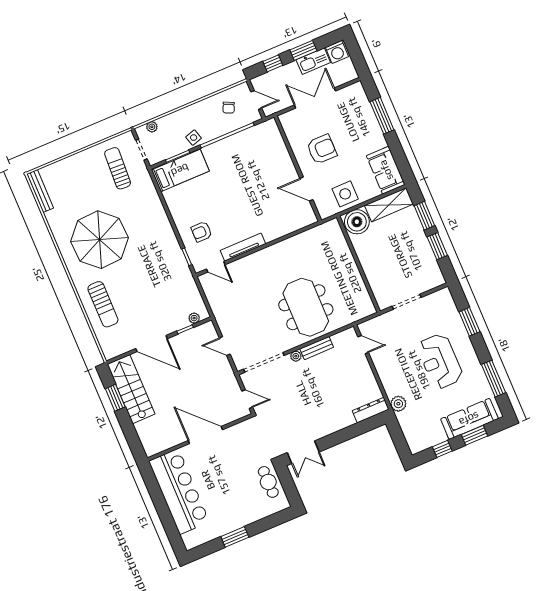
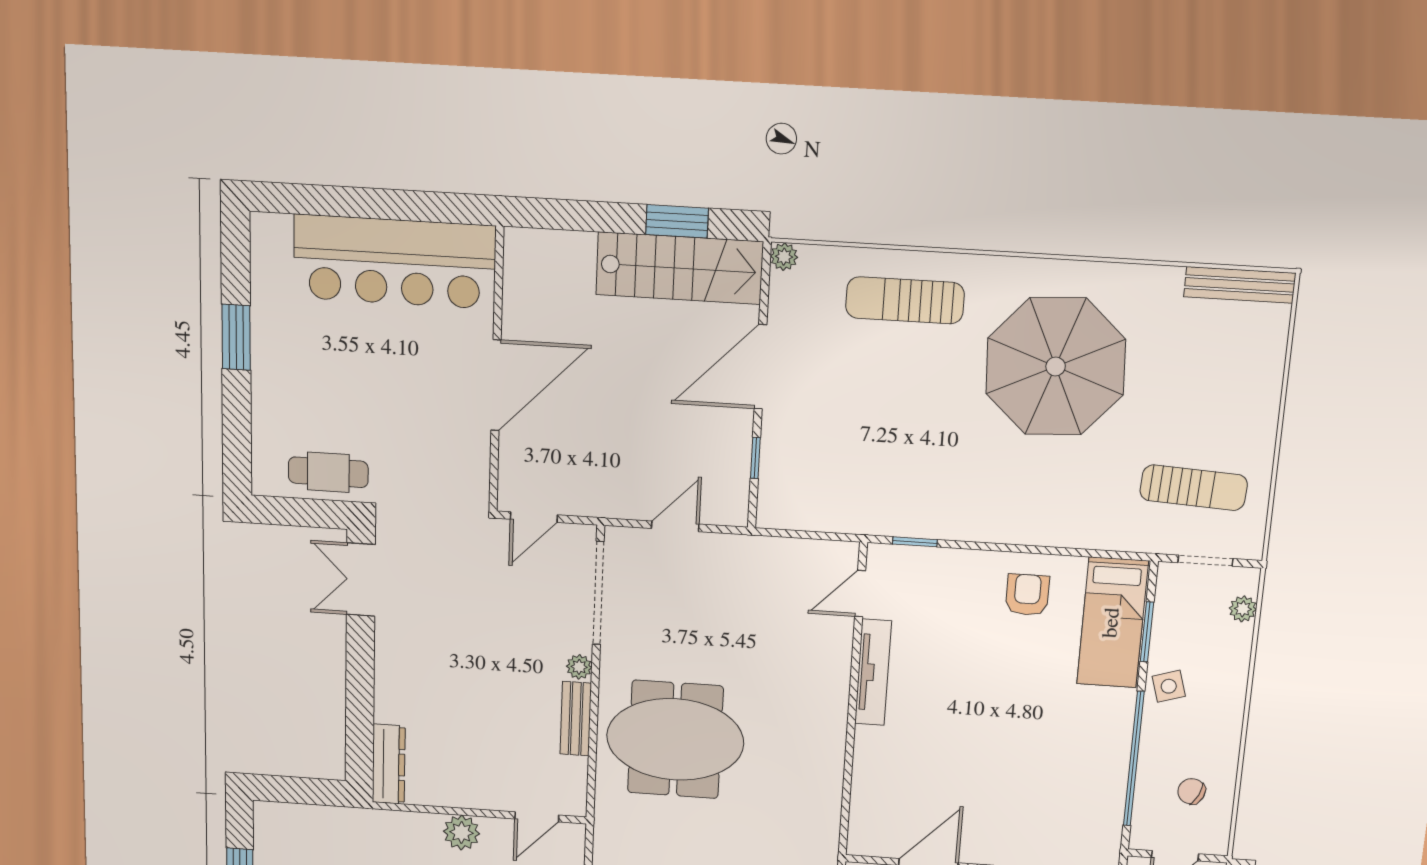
armchair: (202, 232) -> (1027, 595), moved
plant: (194, 318) -> (784, 257), moved
plant: (398, 404) -> (461, 832), moved

